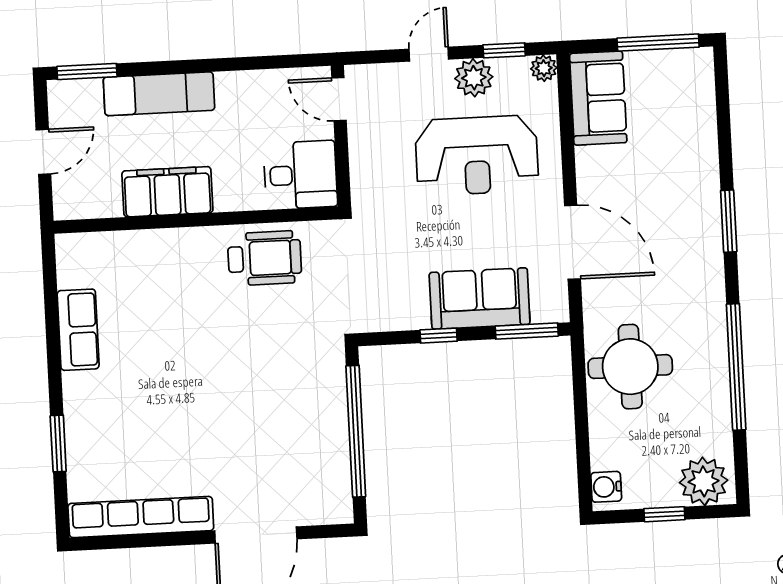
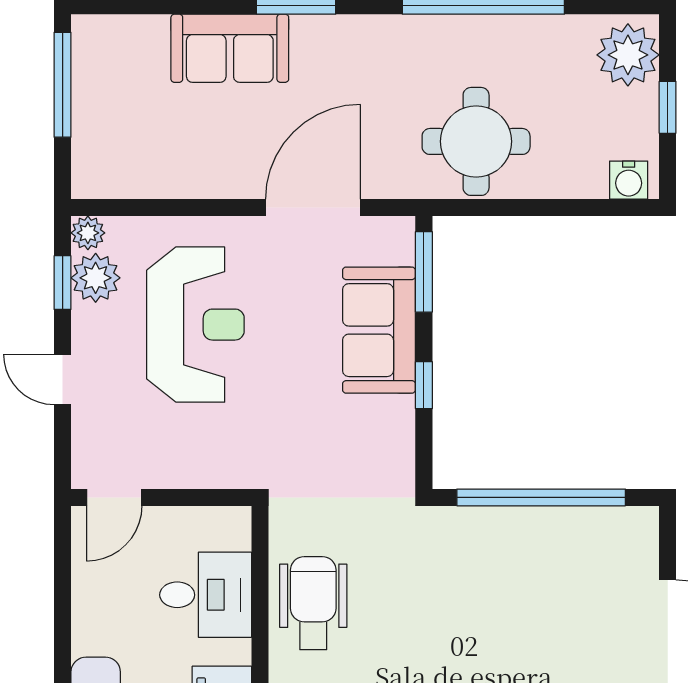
plant: (474, 78) -> (96, 278), moved
sofa: (598, 98) -> (230, 48), moved, turned 180
desk: (300, 175) -> (206, 595), moved, turned 90

